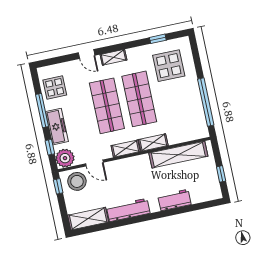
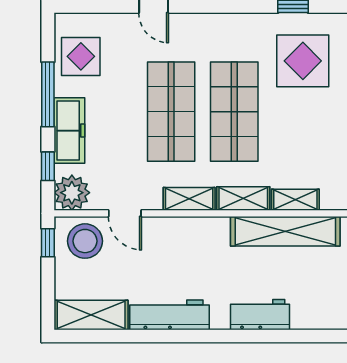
shelving: (113, 57) -> (295, 200), moved

